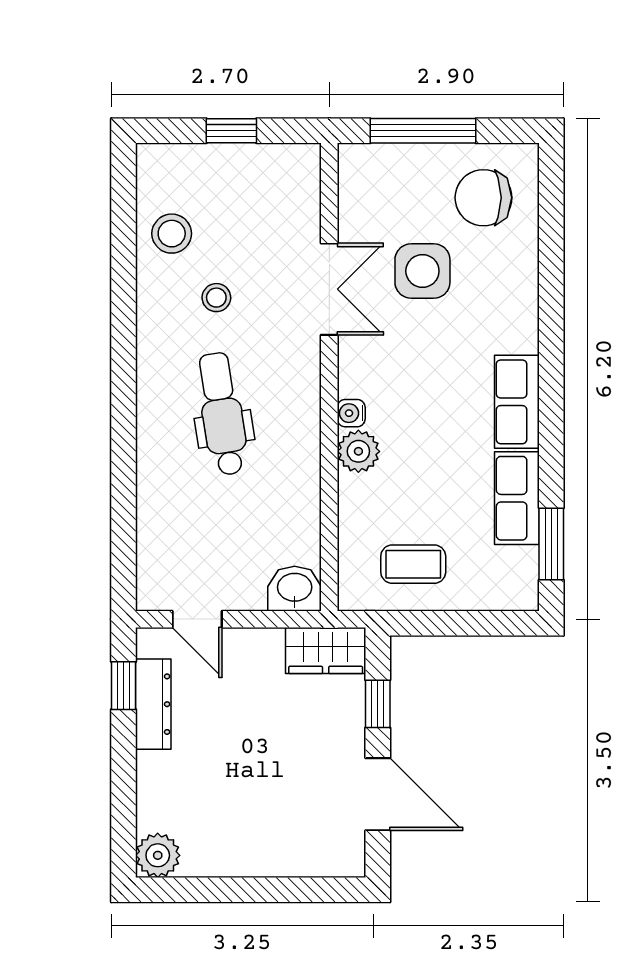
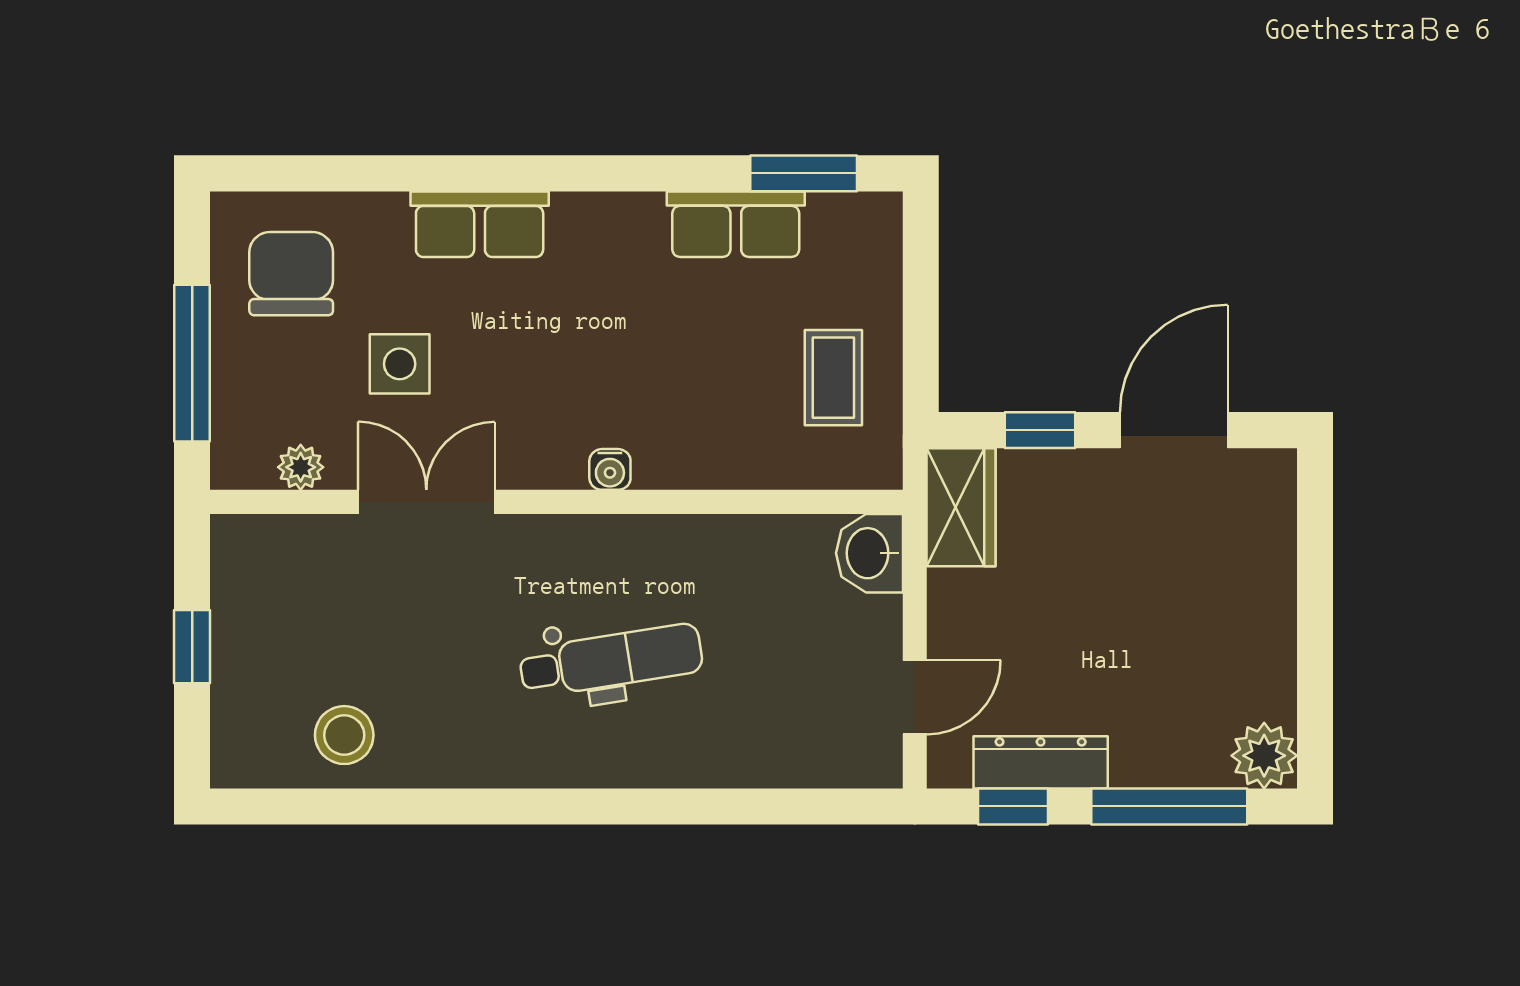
chair: (483, 198) -> (291, 274), turned 180
side table: (422, 271) -> (400, 364), width x0.73, depth x0.73
stool: (216, 298) -> (439, 669), removed
row of seats: (517, 402) -> (480, 224), moved
dental chair: (222, 414) -> (611, 660), turned 180
plant: (358, 451) -> (301, 467), moved, width x0.73, depth x0.73
window: (123, 791) -> (1169, 806), added

